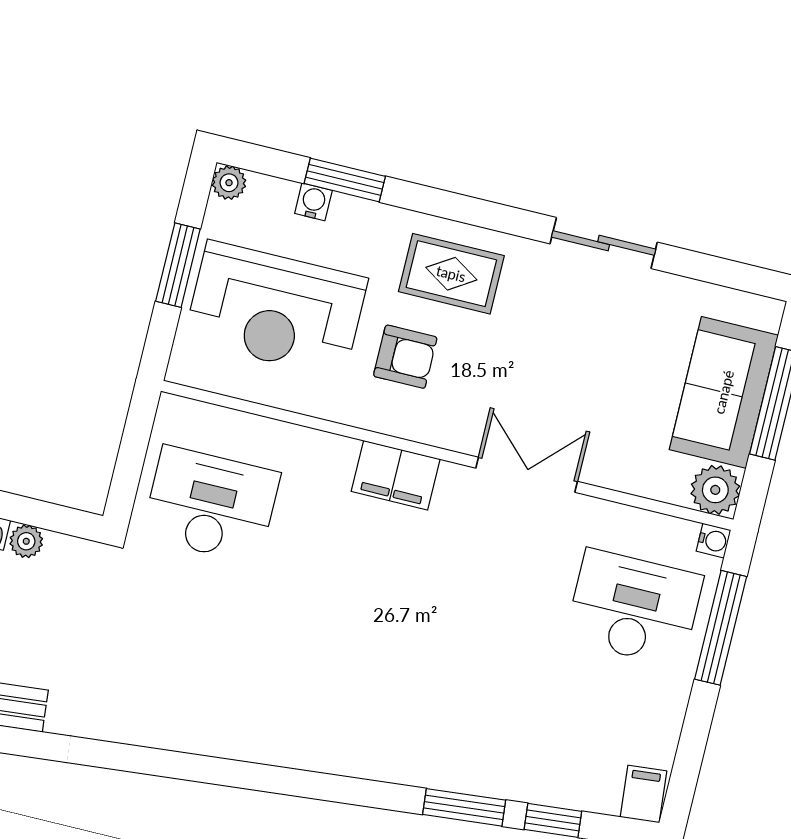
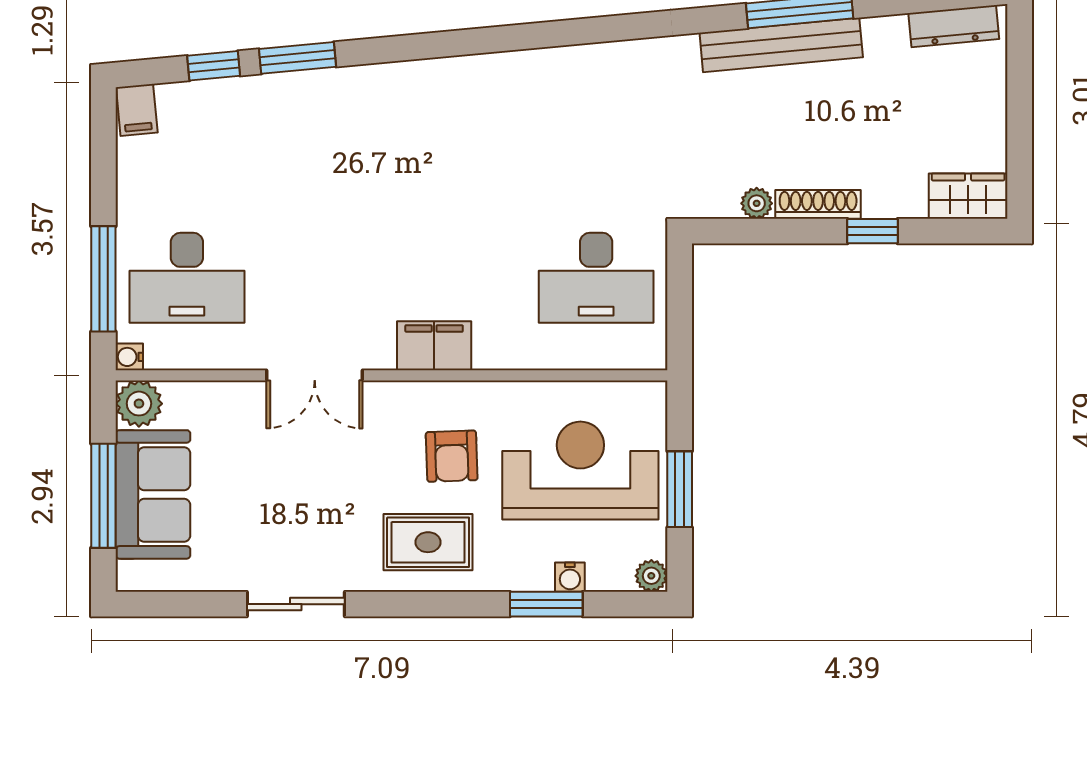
armchair: (405, 357) -> (452, 456), turned -92

